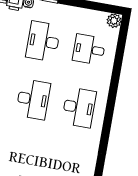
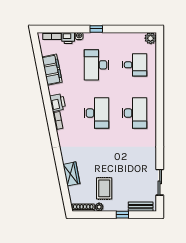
desk: (89, 49) -> (135, 65), turned 180

